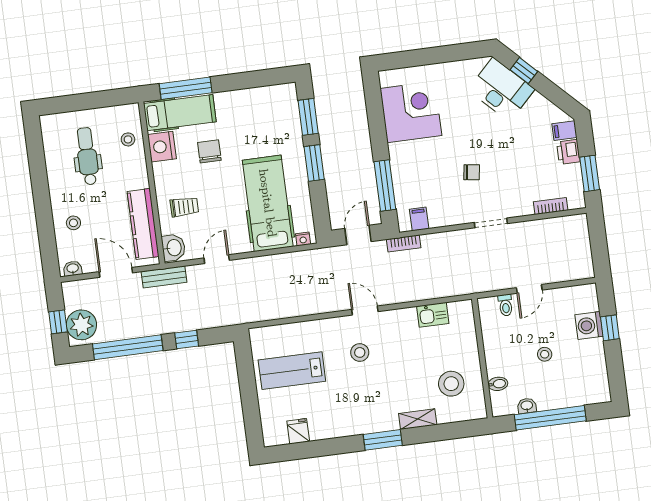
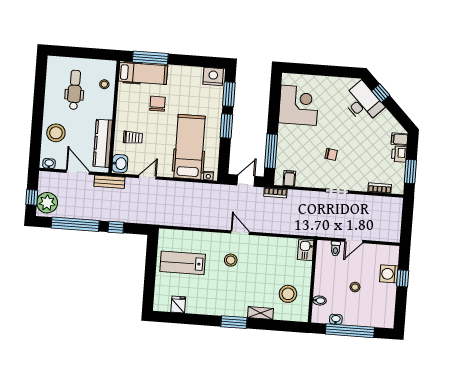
nightstand: (162, 147) -> (213, 76), moved, turned 90
stool: (73, 223) -> (56, 133), width x1.89, depth x1.89
kitchen sink: (433, 315) -> (306, 250), moved, turned 90

